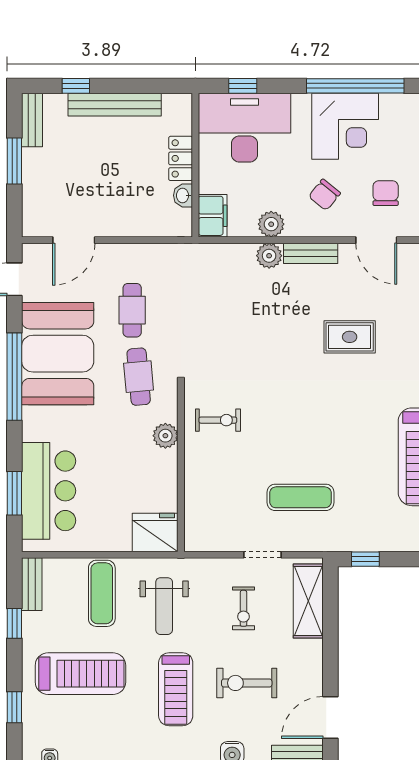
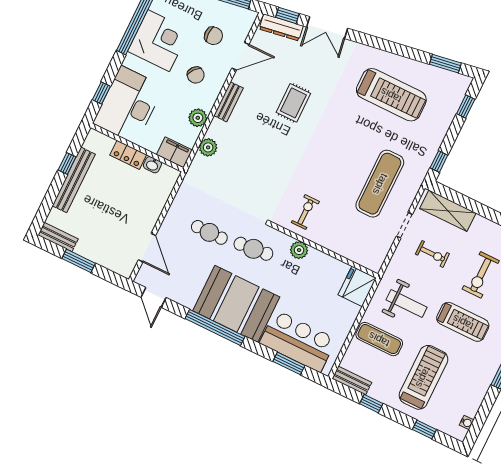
window: (76, 86) -> (67, 163), moved
chair: (386, 193) -> (213, 36), turned 180
plant: (269, 256) -> (208, 147), moved
booth: (58, 354) -> (236, 304), moved
exercise mat: (300, 497) -> (380, 184), width x1.36, depth x1.45

